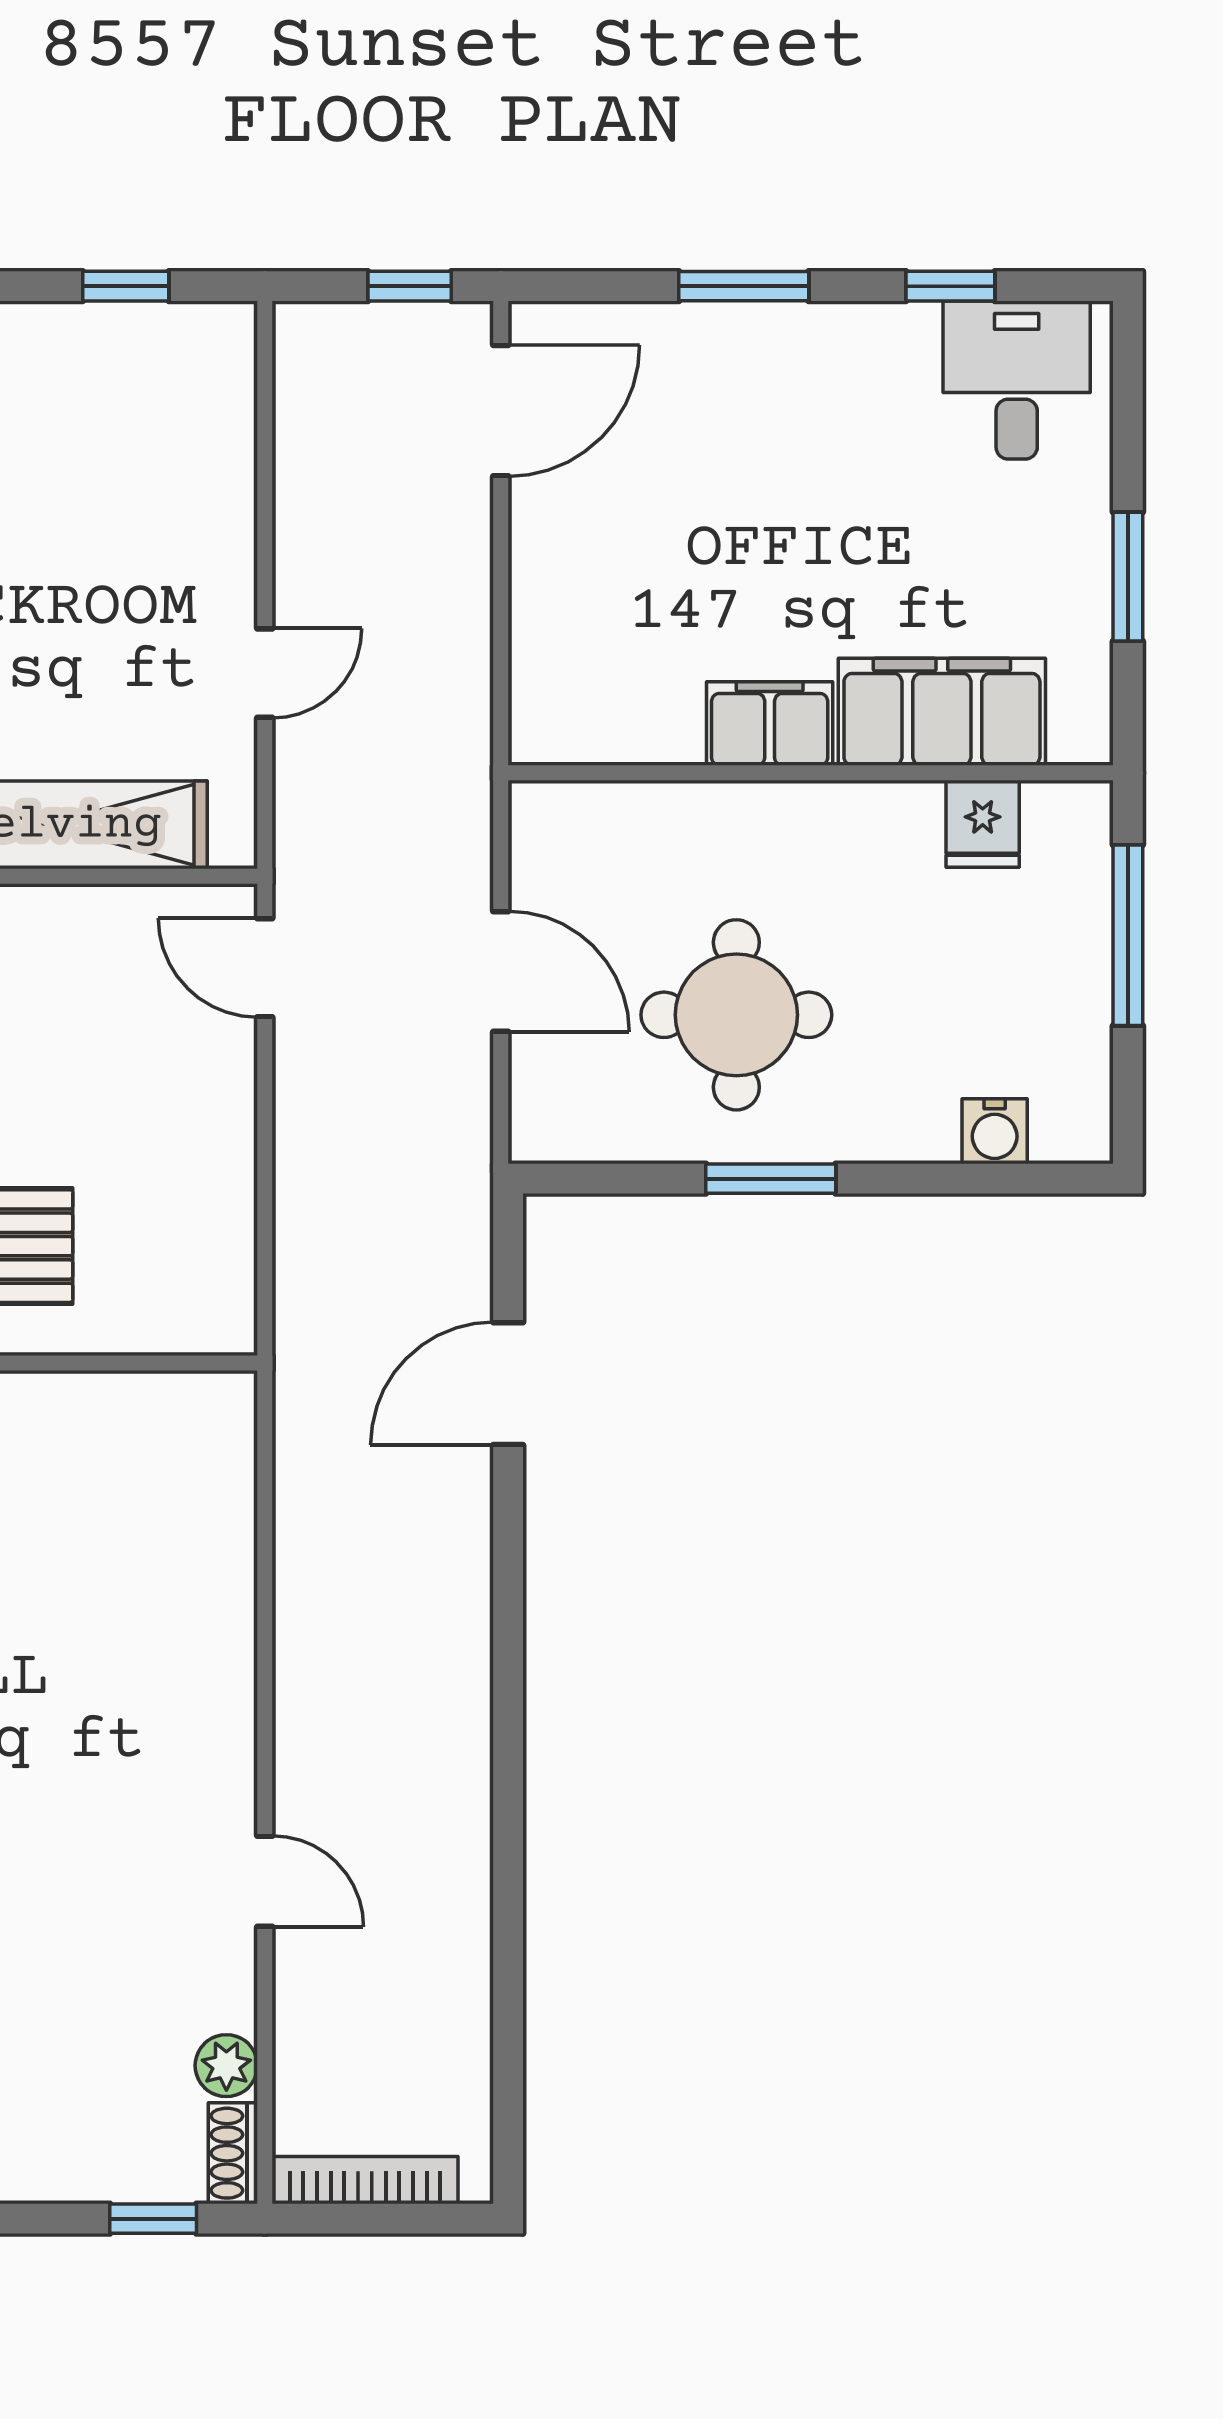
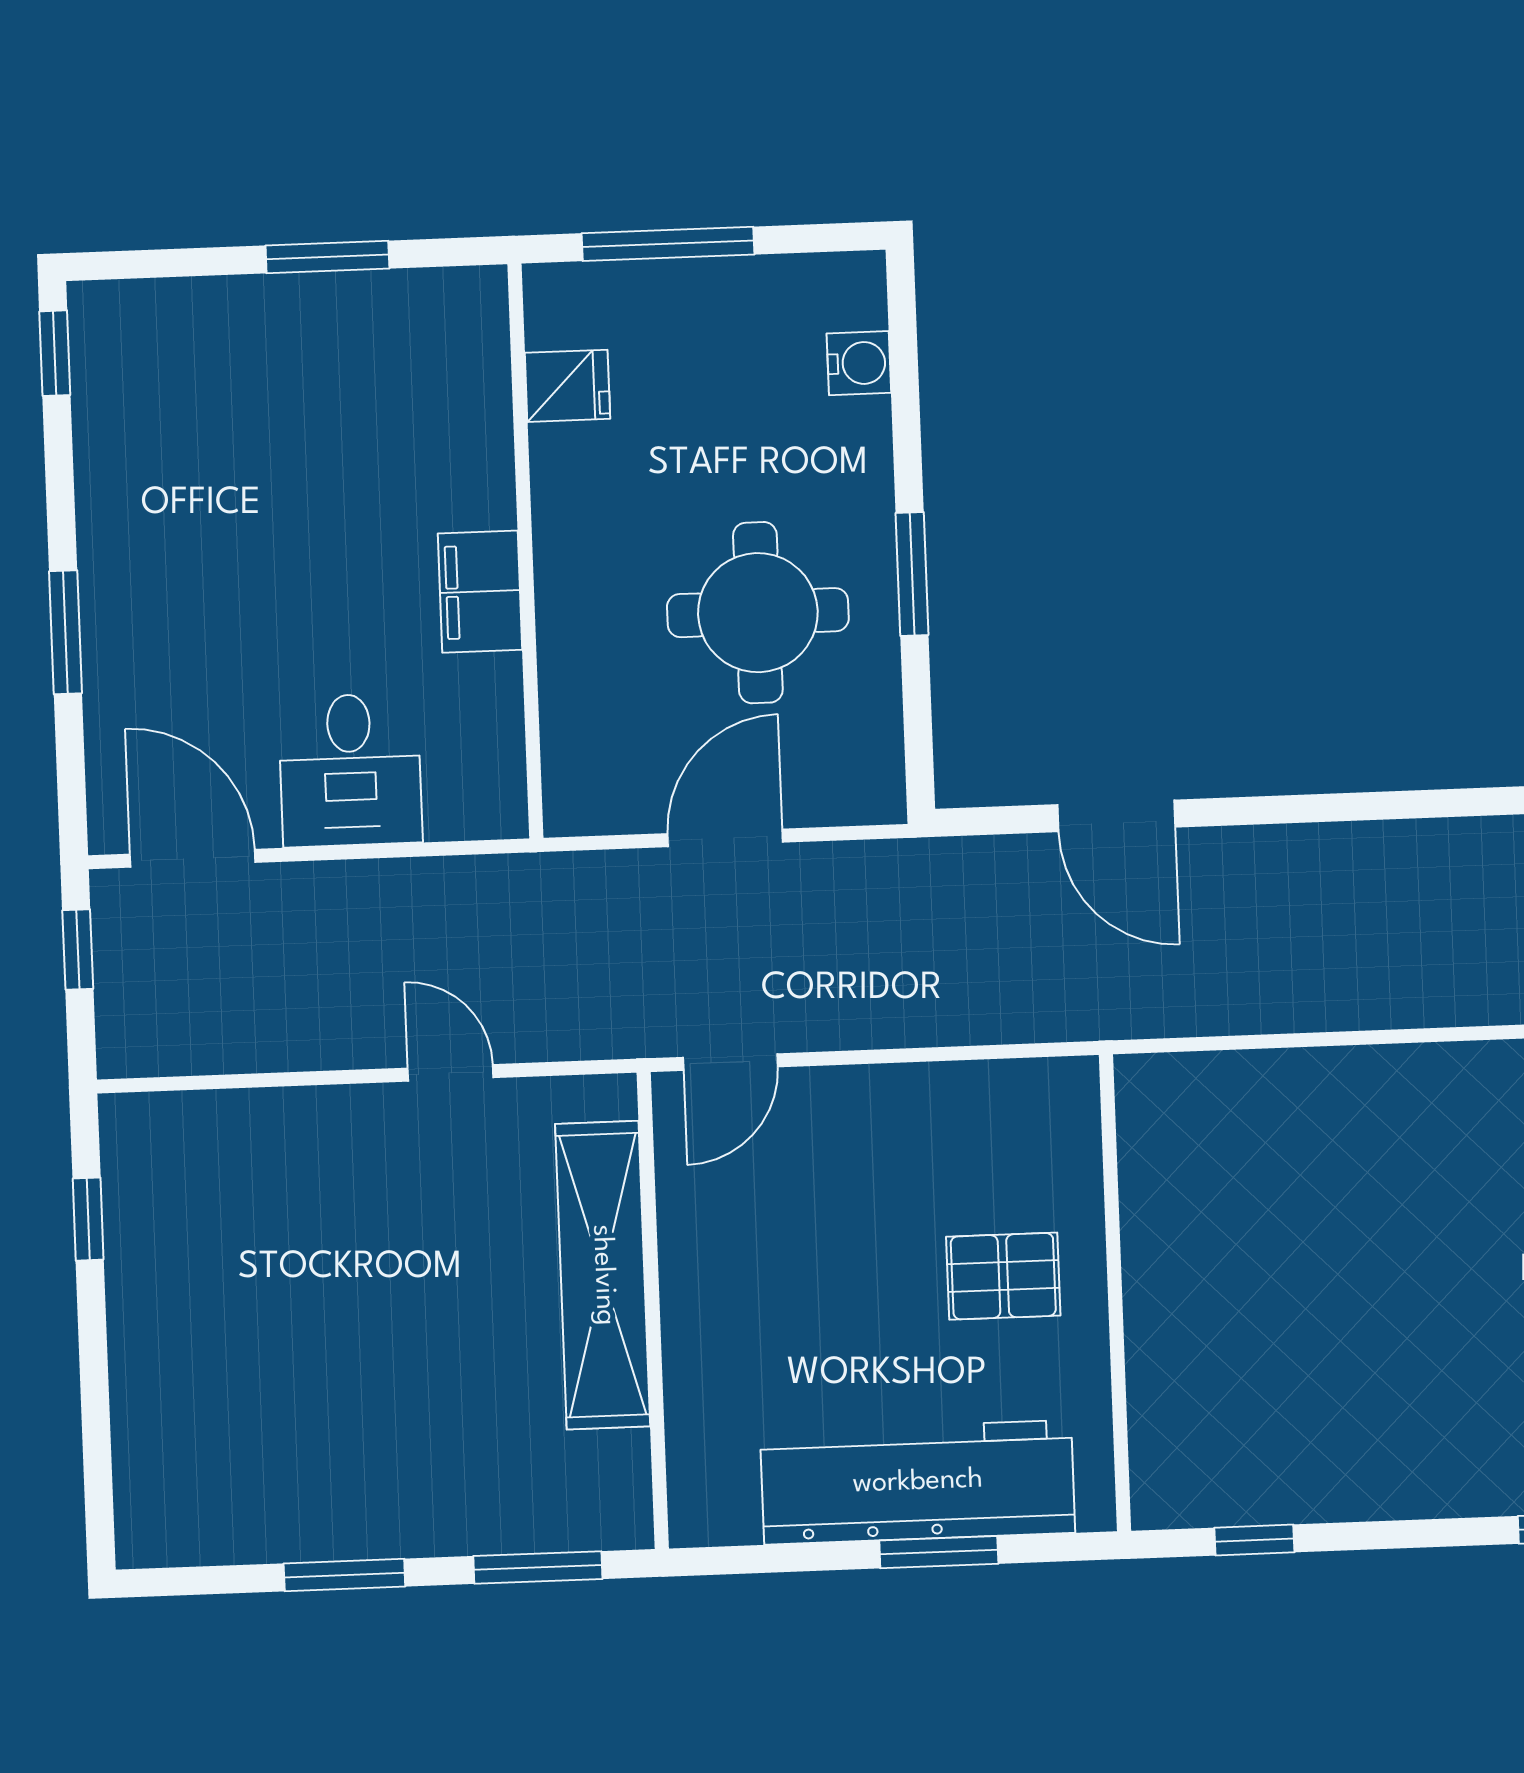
window: (950, 286) -> (55, 353), moved
desk: (1017, 380) -> (350, 770), moved, turned -90
filing cabinet: (942, 712) -> (463, 429), removed

